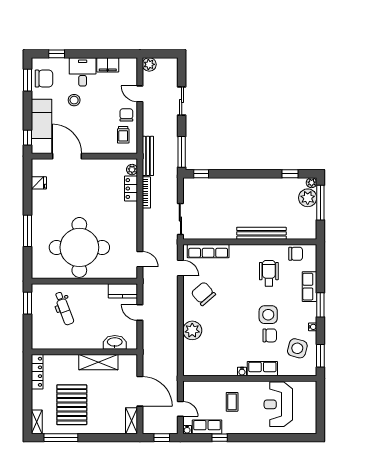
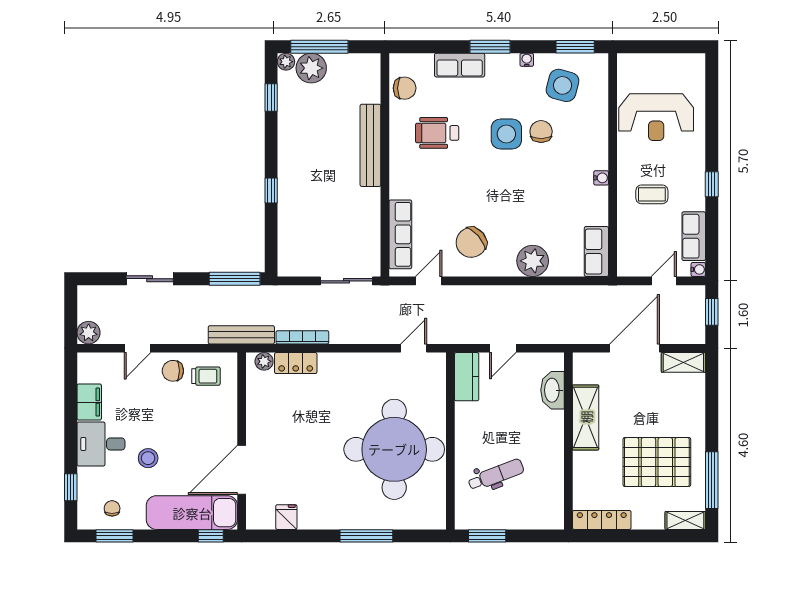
chair: (44, 79) -> (112, 508), width x0.54, depth x0.54
window: (201, 174) -> (271, 191), moved
chair: (296, 254) -> (405, 88), turned 90
row of seats: (262, 369) -> (596, 252), moved
window: (220, 438) -> (712, 184), moved

